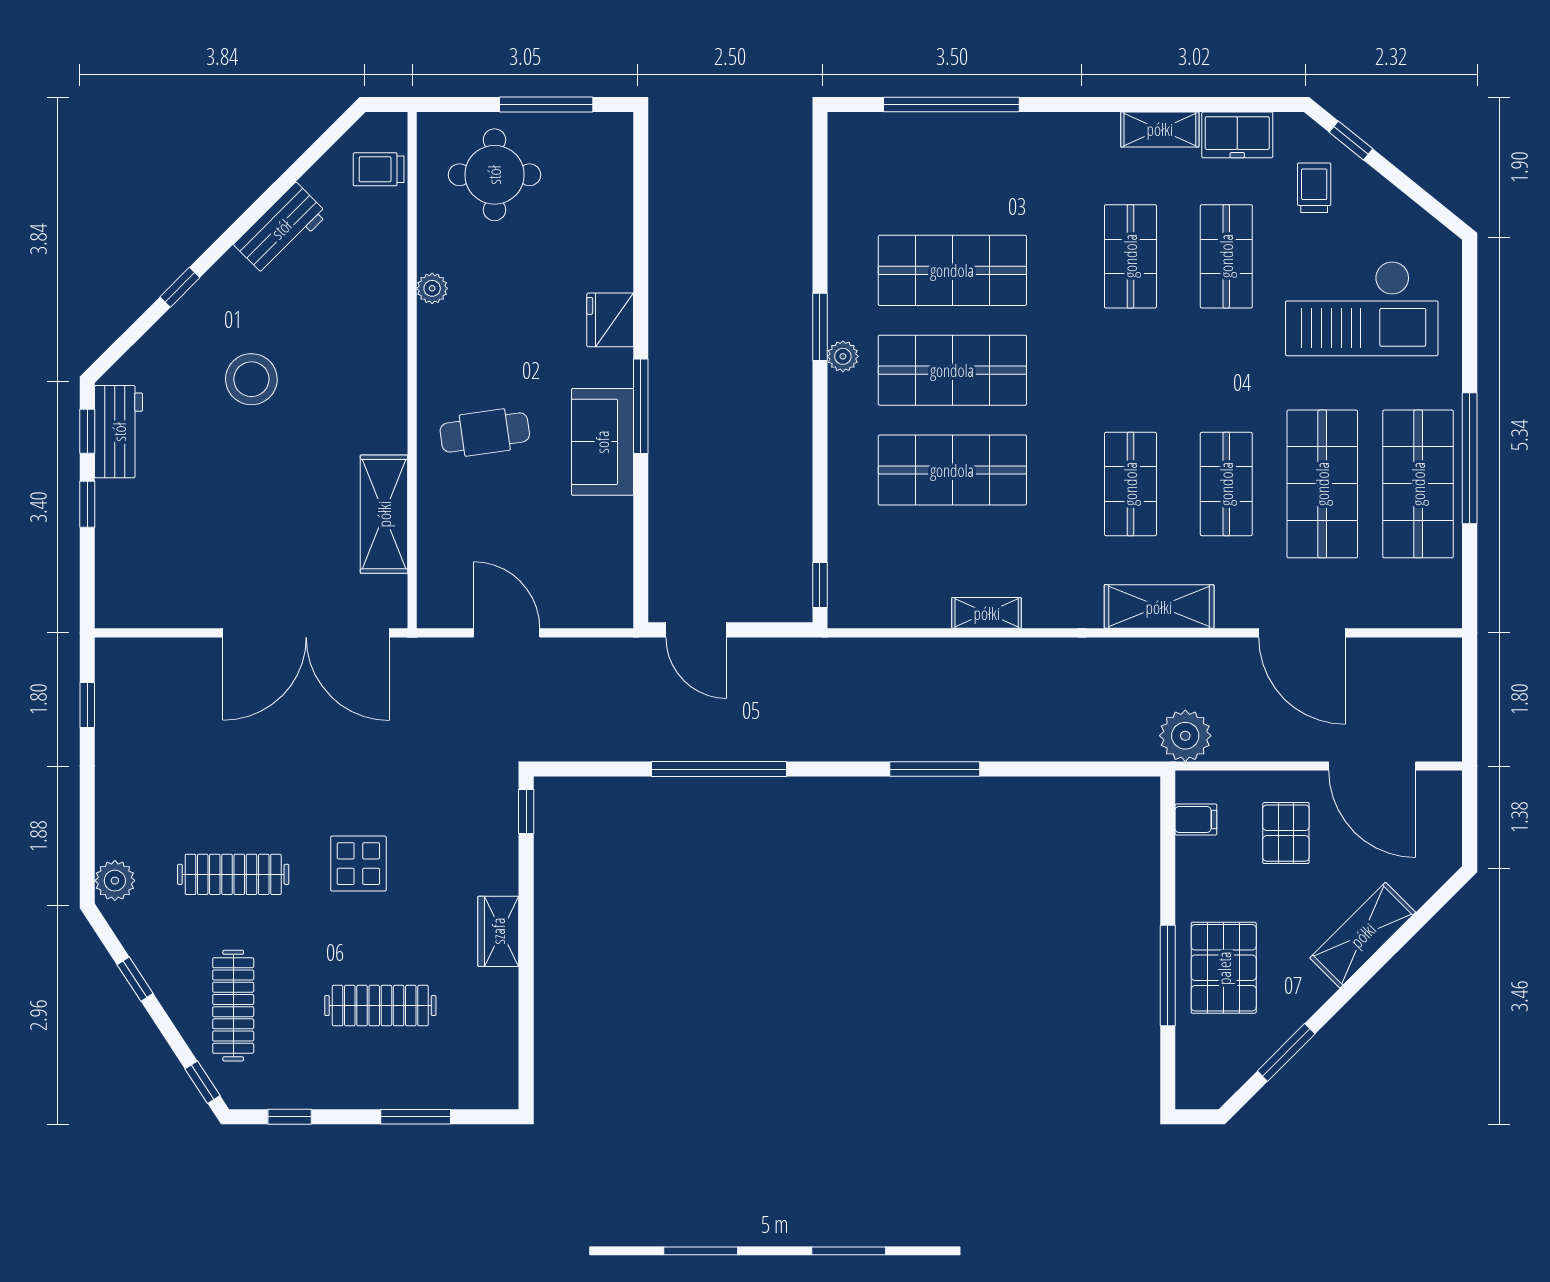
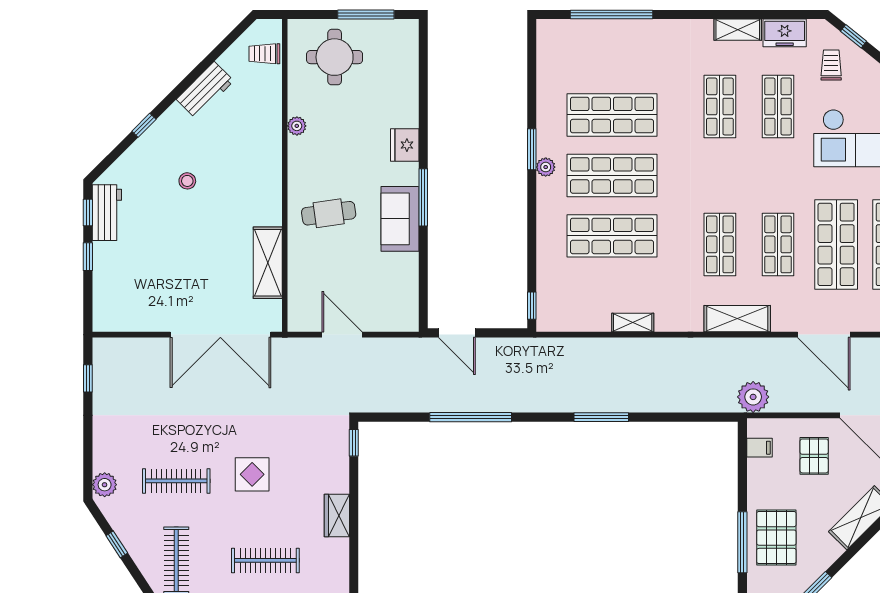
stool: (251, 379) -> (187, 181), width x0.53, depth x0.53

